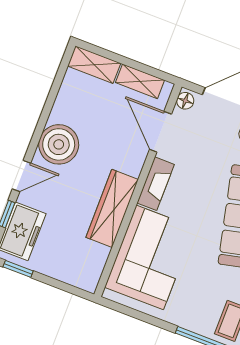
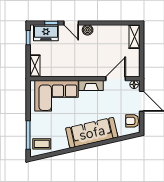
shelving: (140, 81) -> (35, 66), moved
boiler: (59, 144) -> (88, 30), width x0.54, depth x0.54
wardrobe: (112, 208) -> (72, 70), removed

